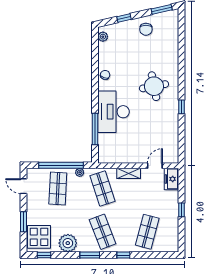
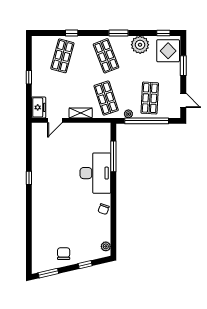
round table: (154, 86) -> (56, 198), removed
window: (123, 255) -> (72, 33), moved

